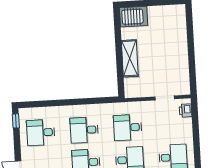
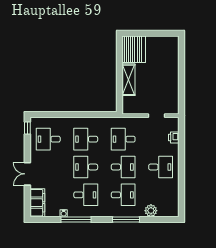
server rack: (134, 17) -> (134, 49), width x1.60
printer: (185, 111) -> (174, 138), moved

